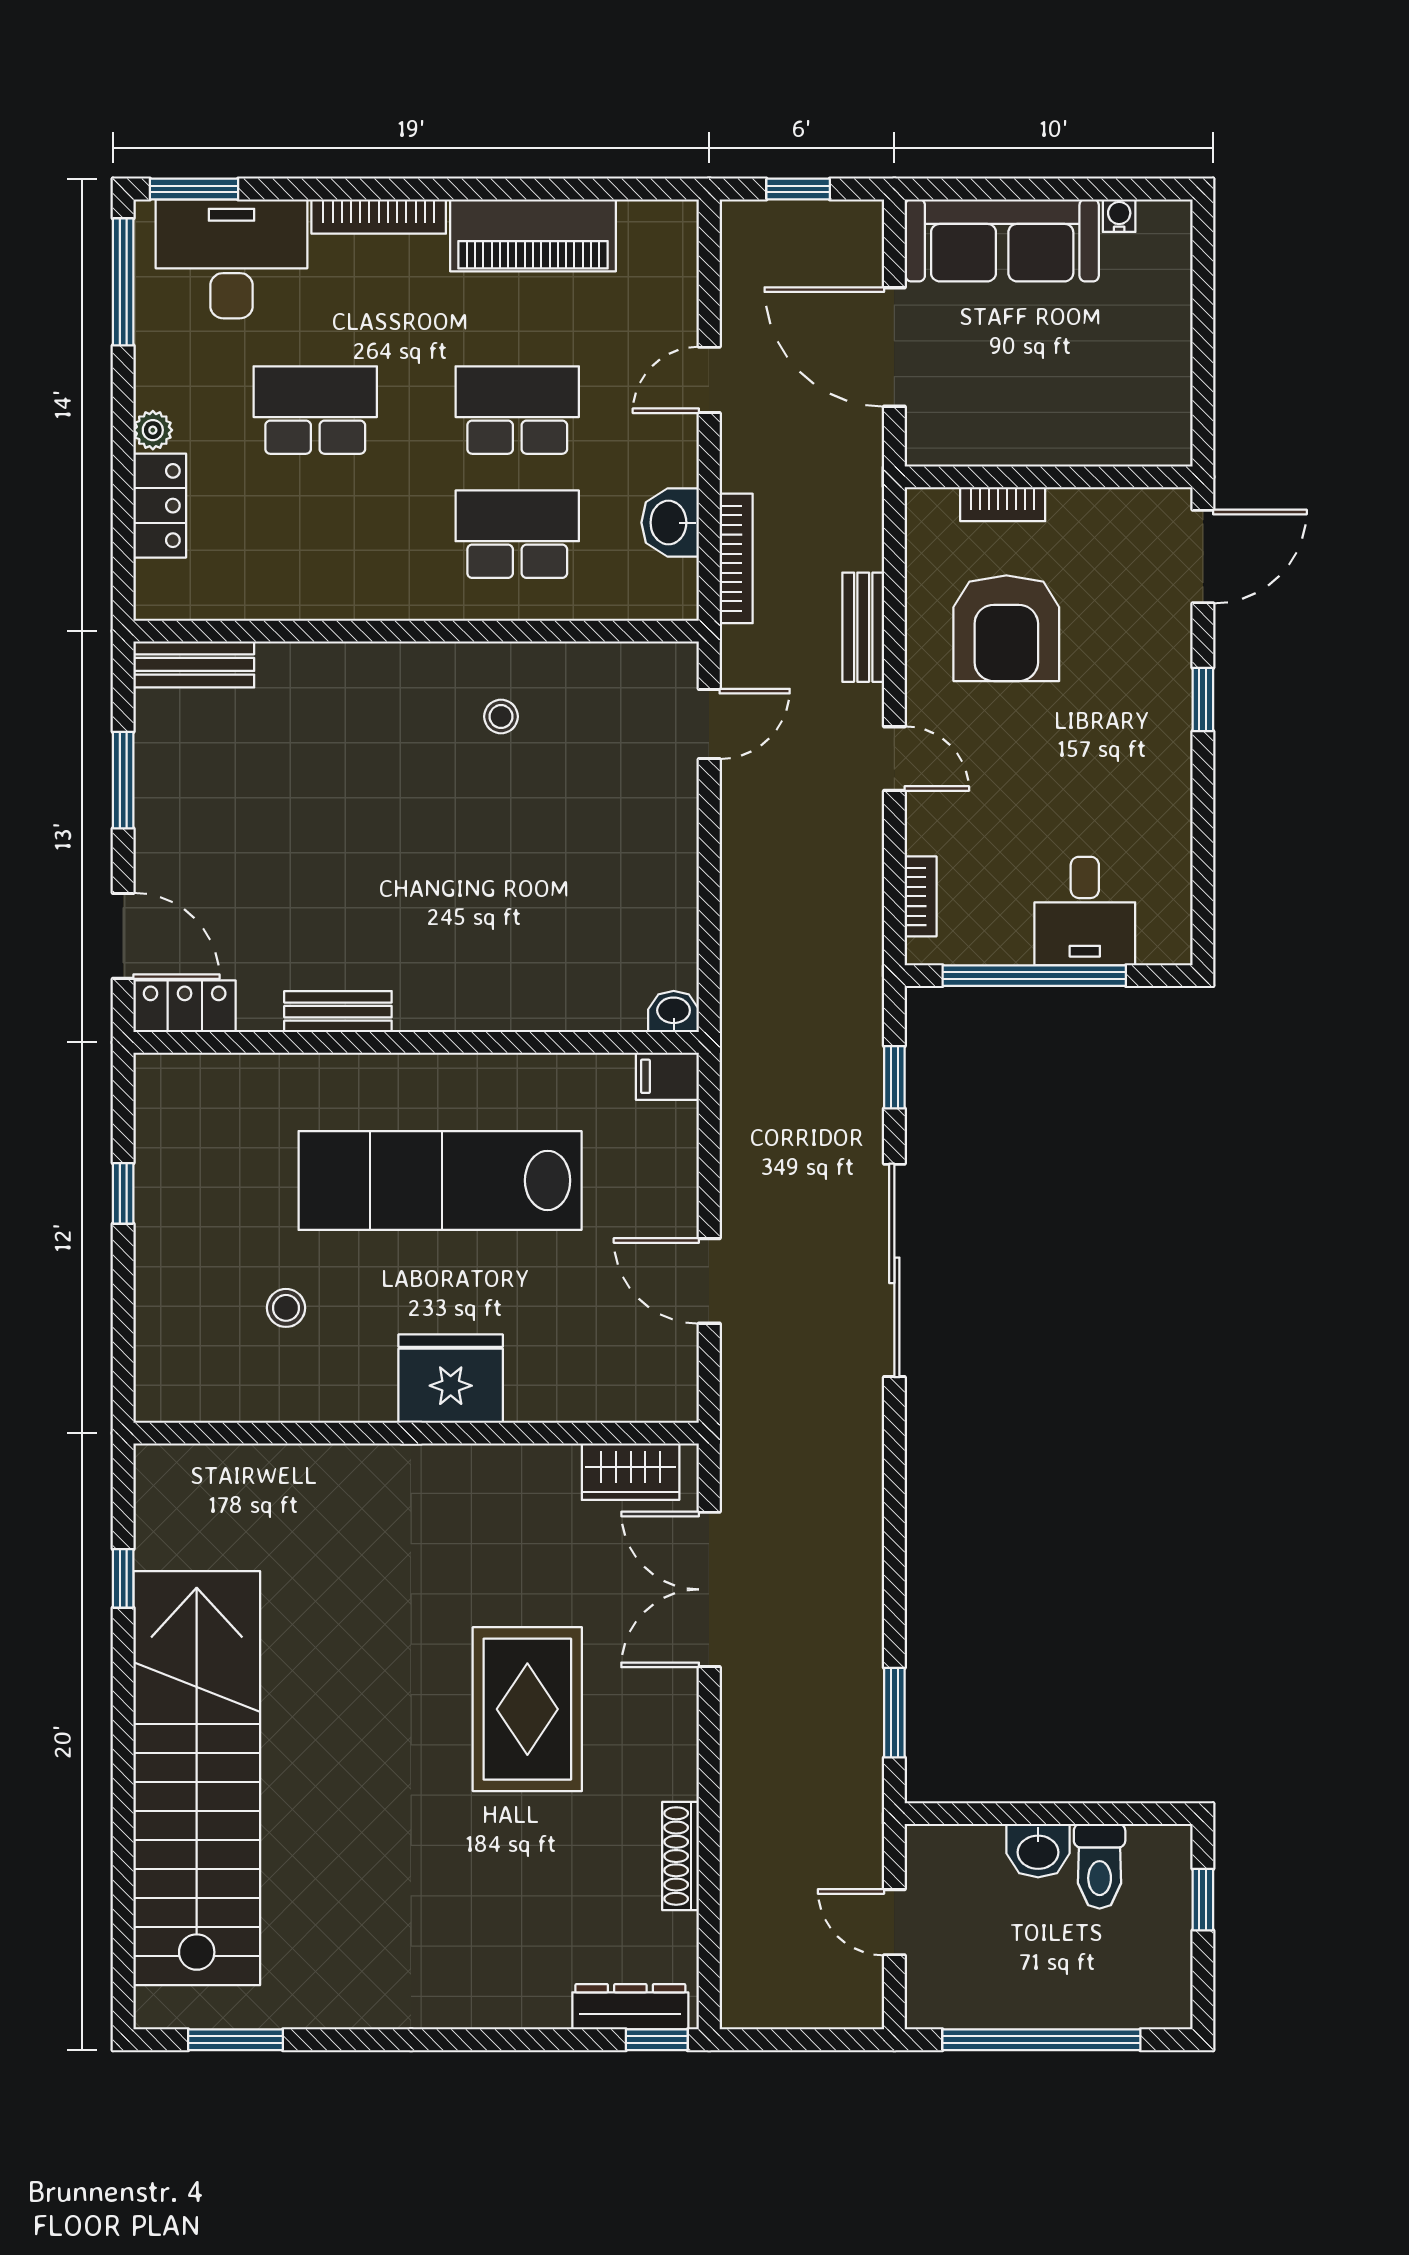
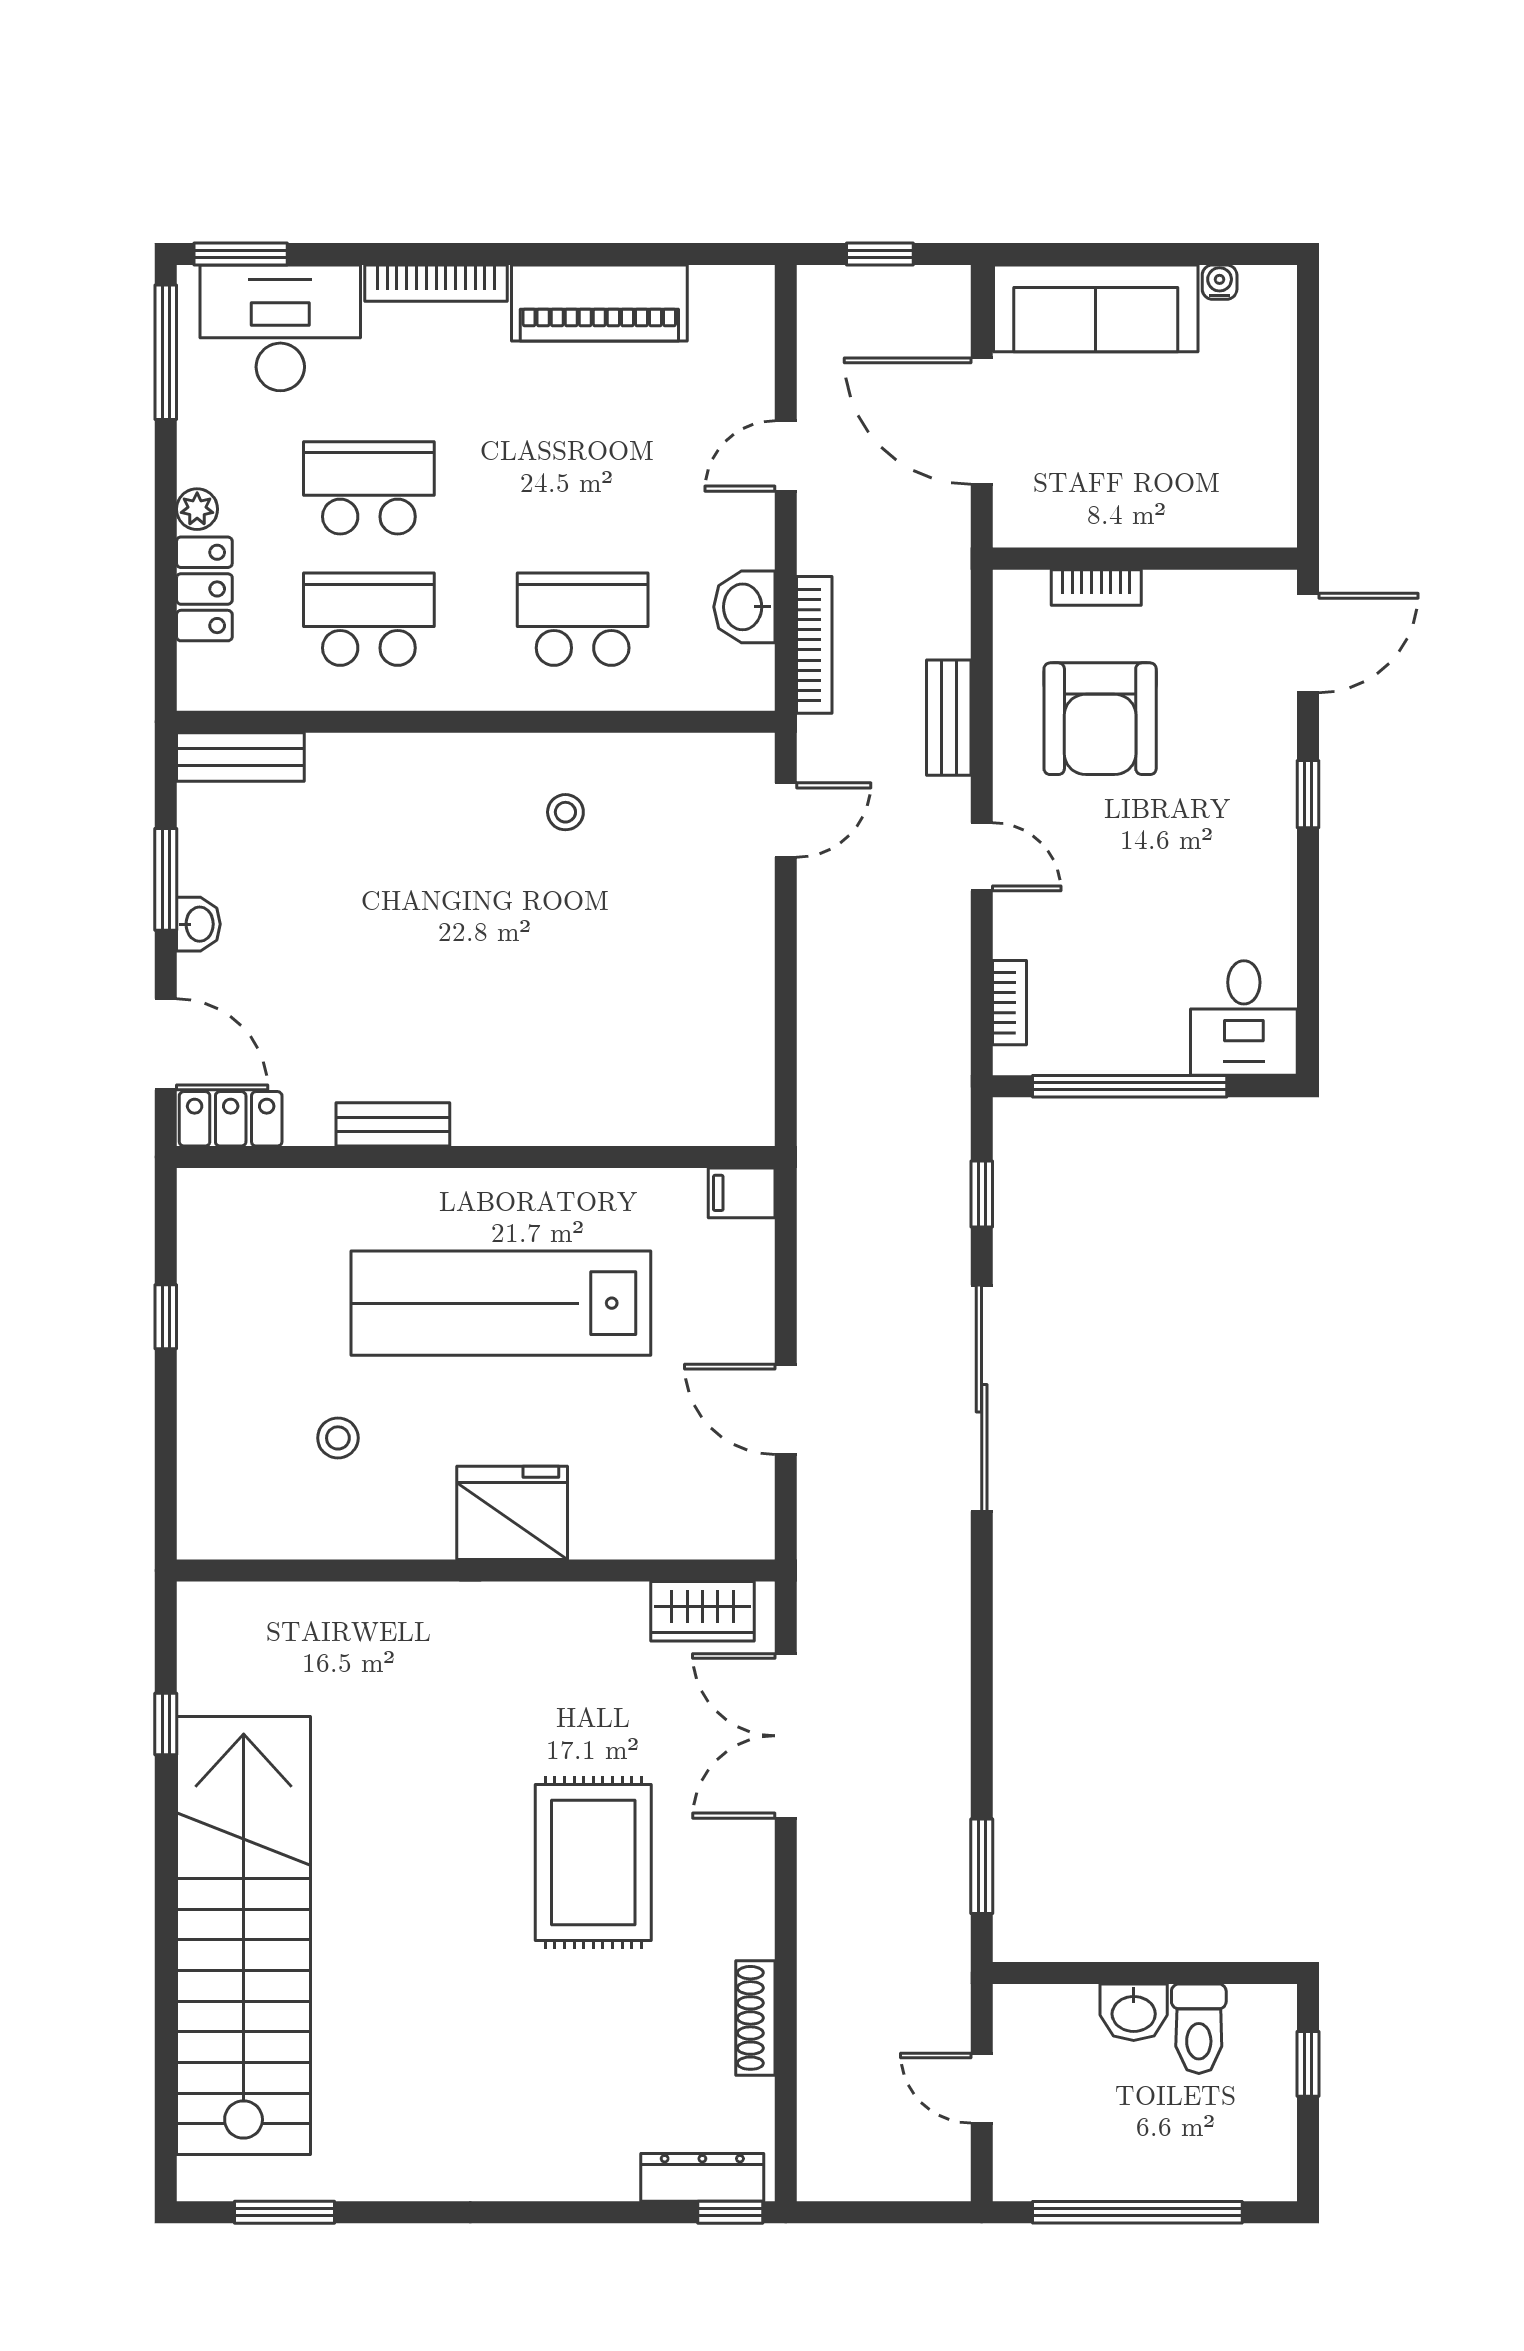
school desk: (517, 410) -> (369, 619), moved
desk: (1085, 911) -> (1244, 1018), moved
washbasin: (674, 1012) -> (198, 924), moved, turned 90

